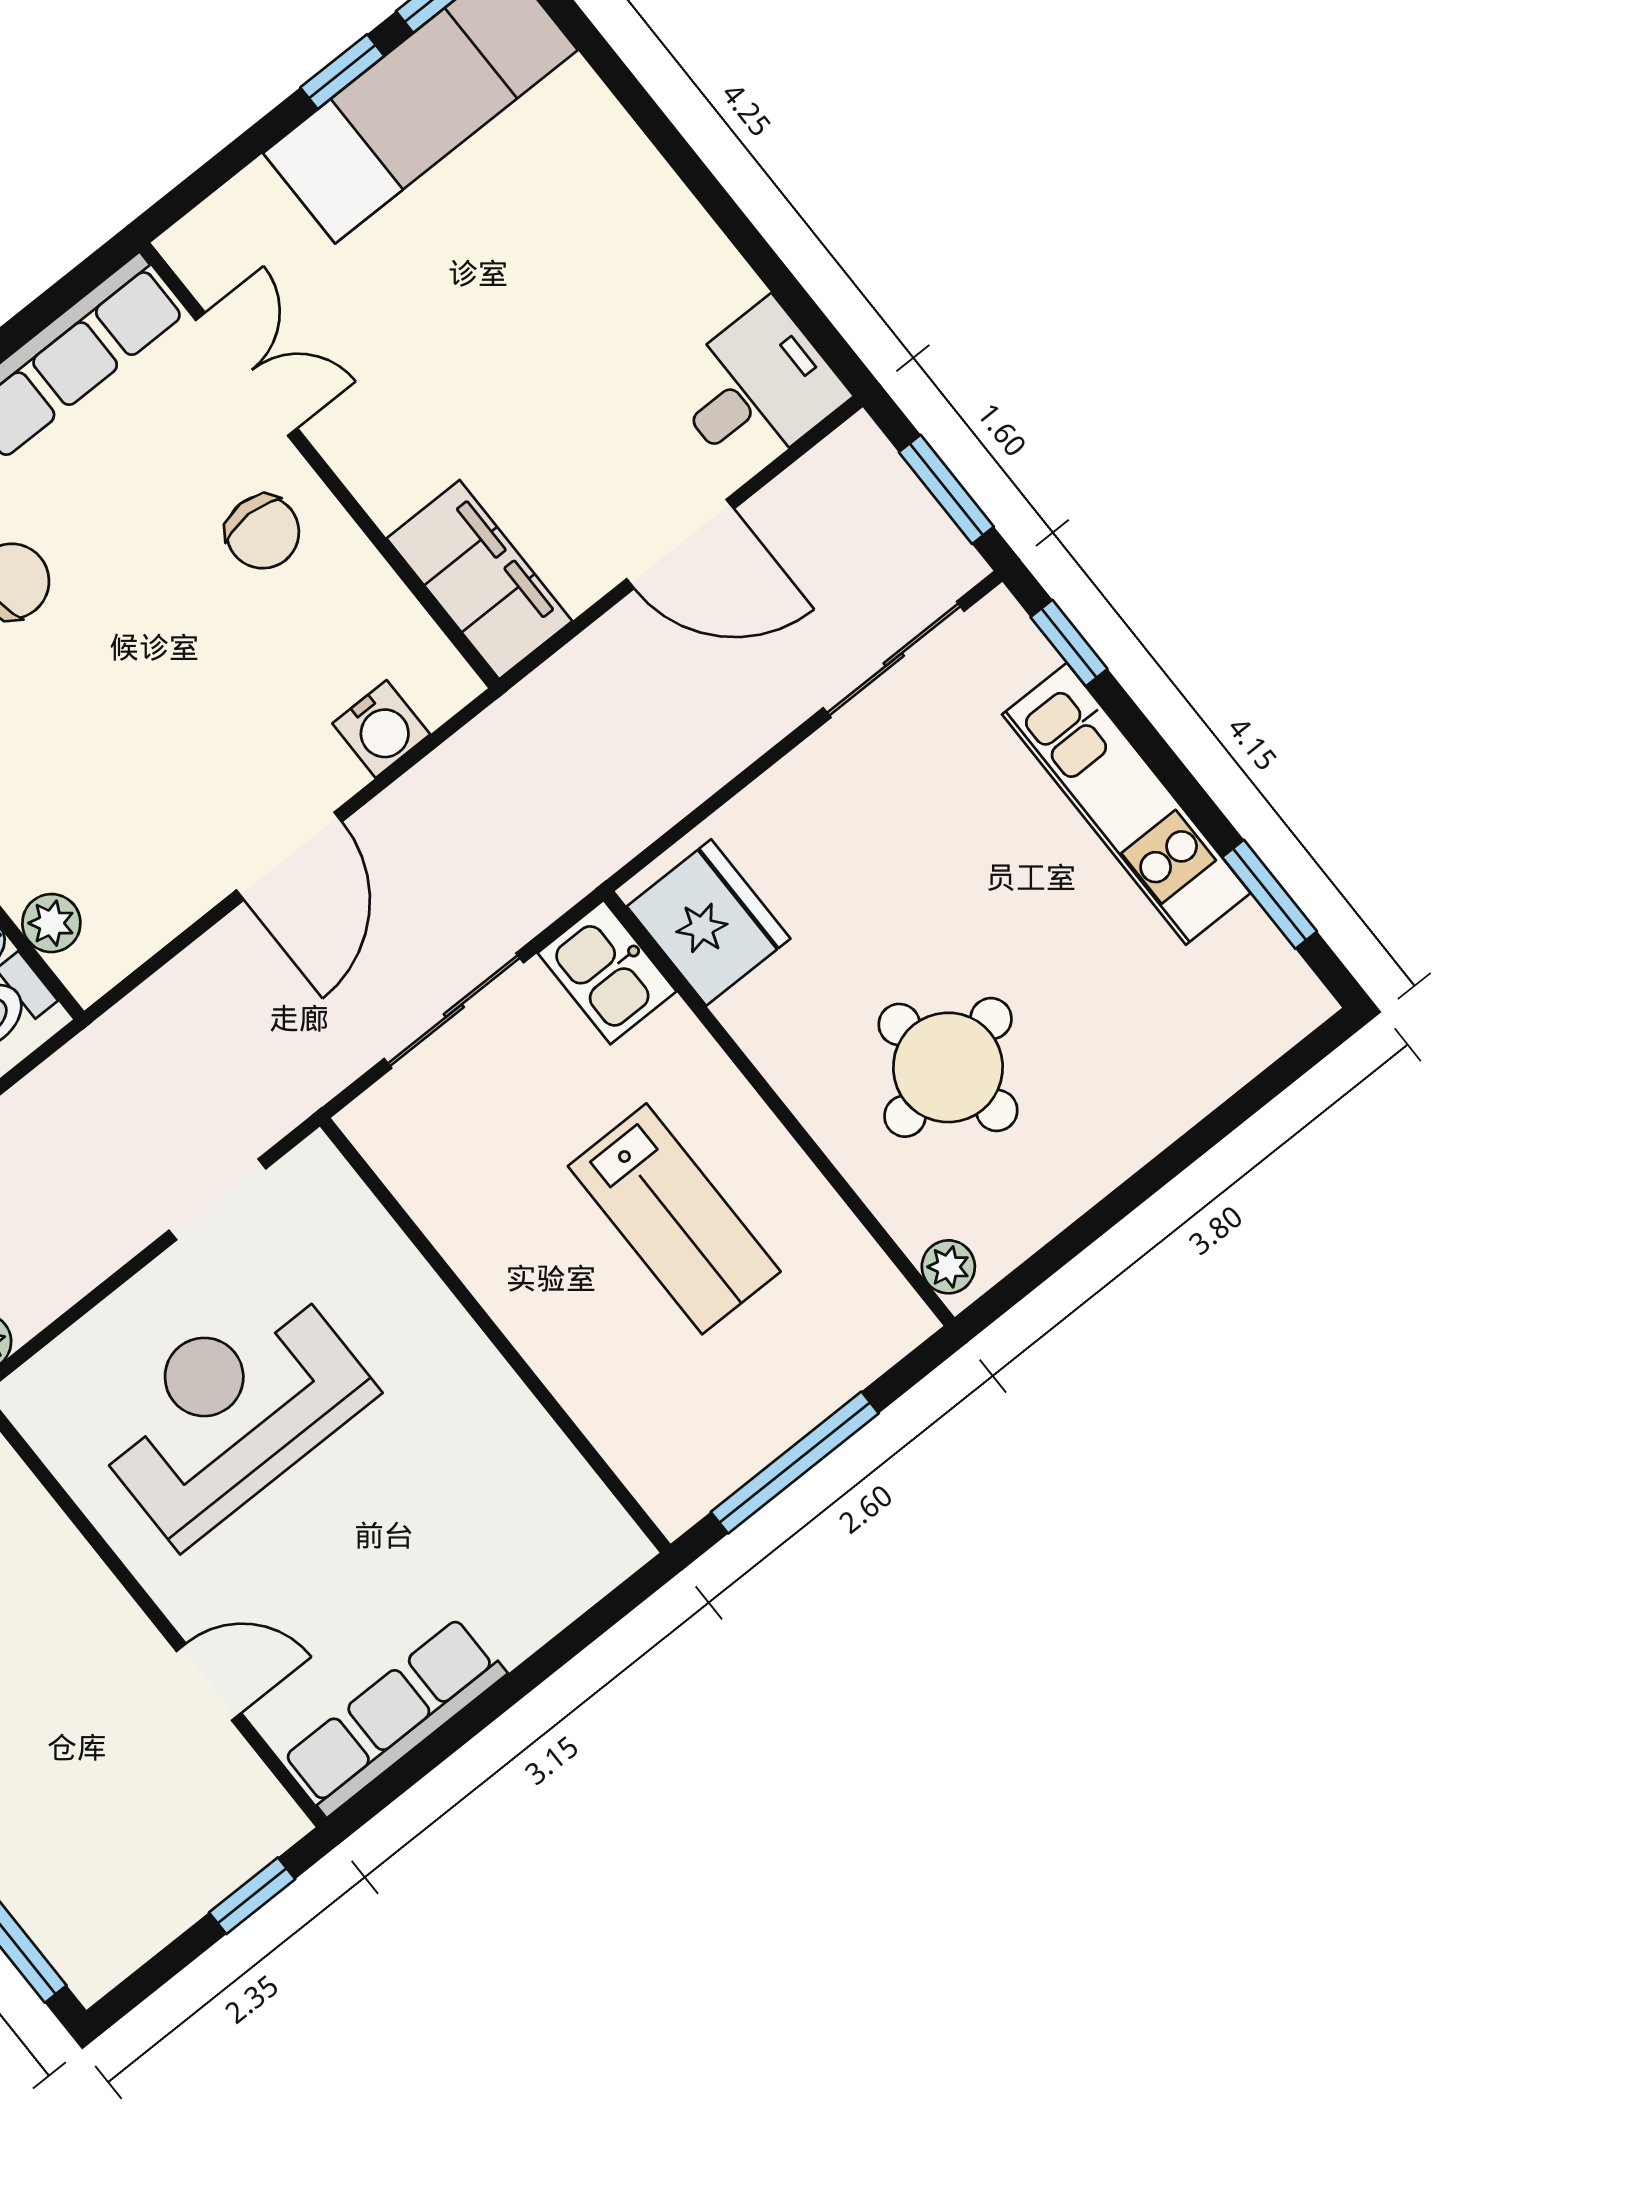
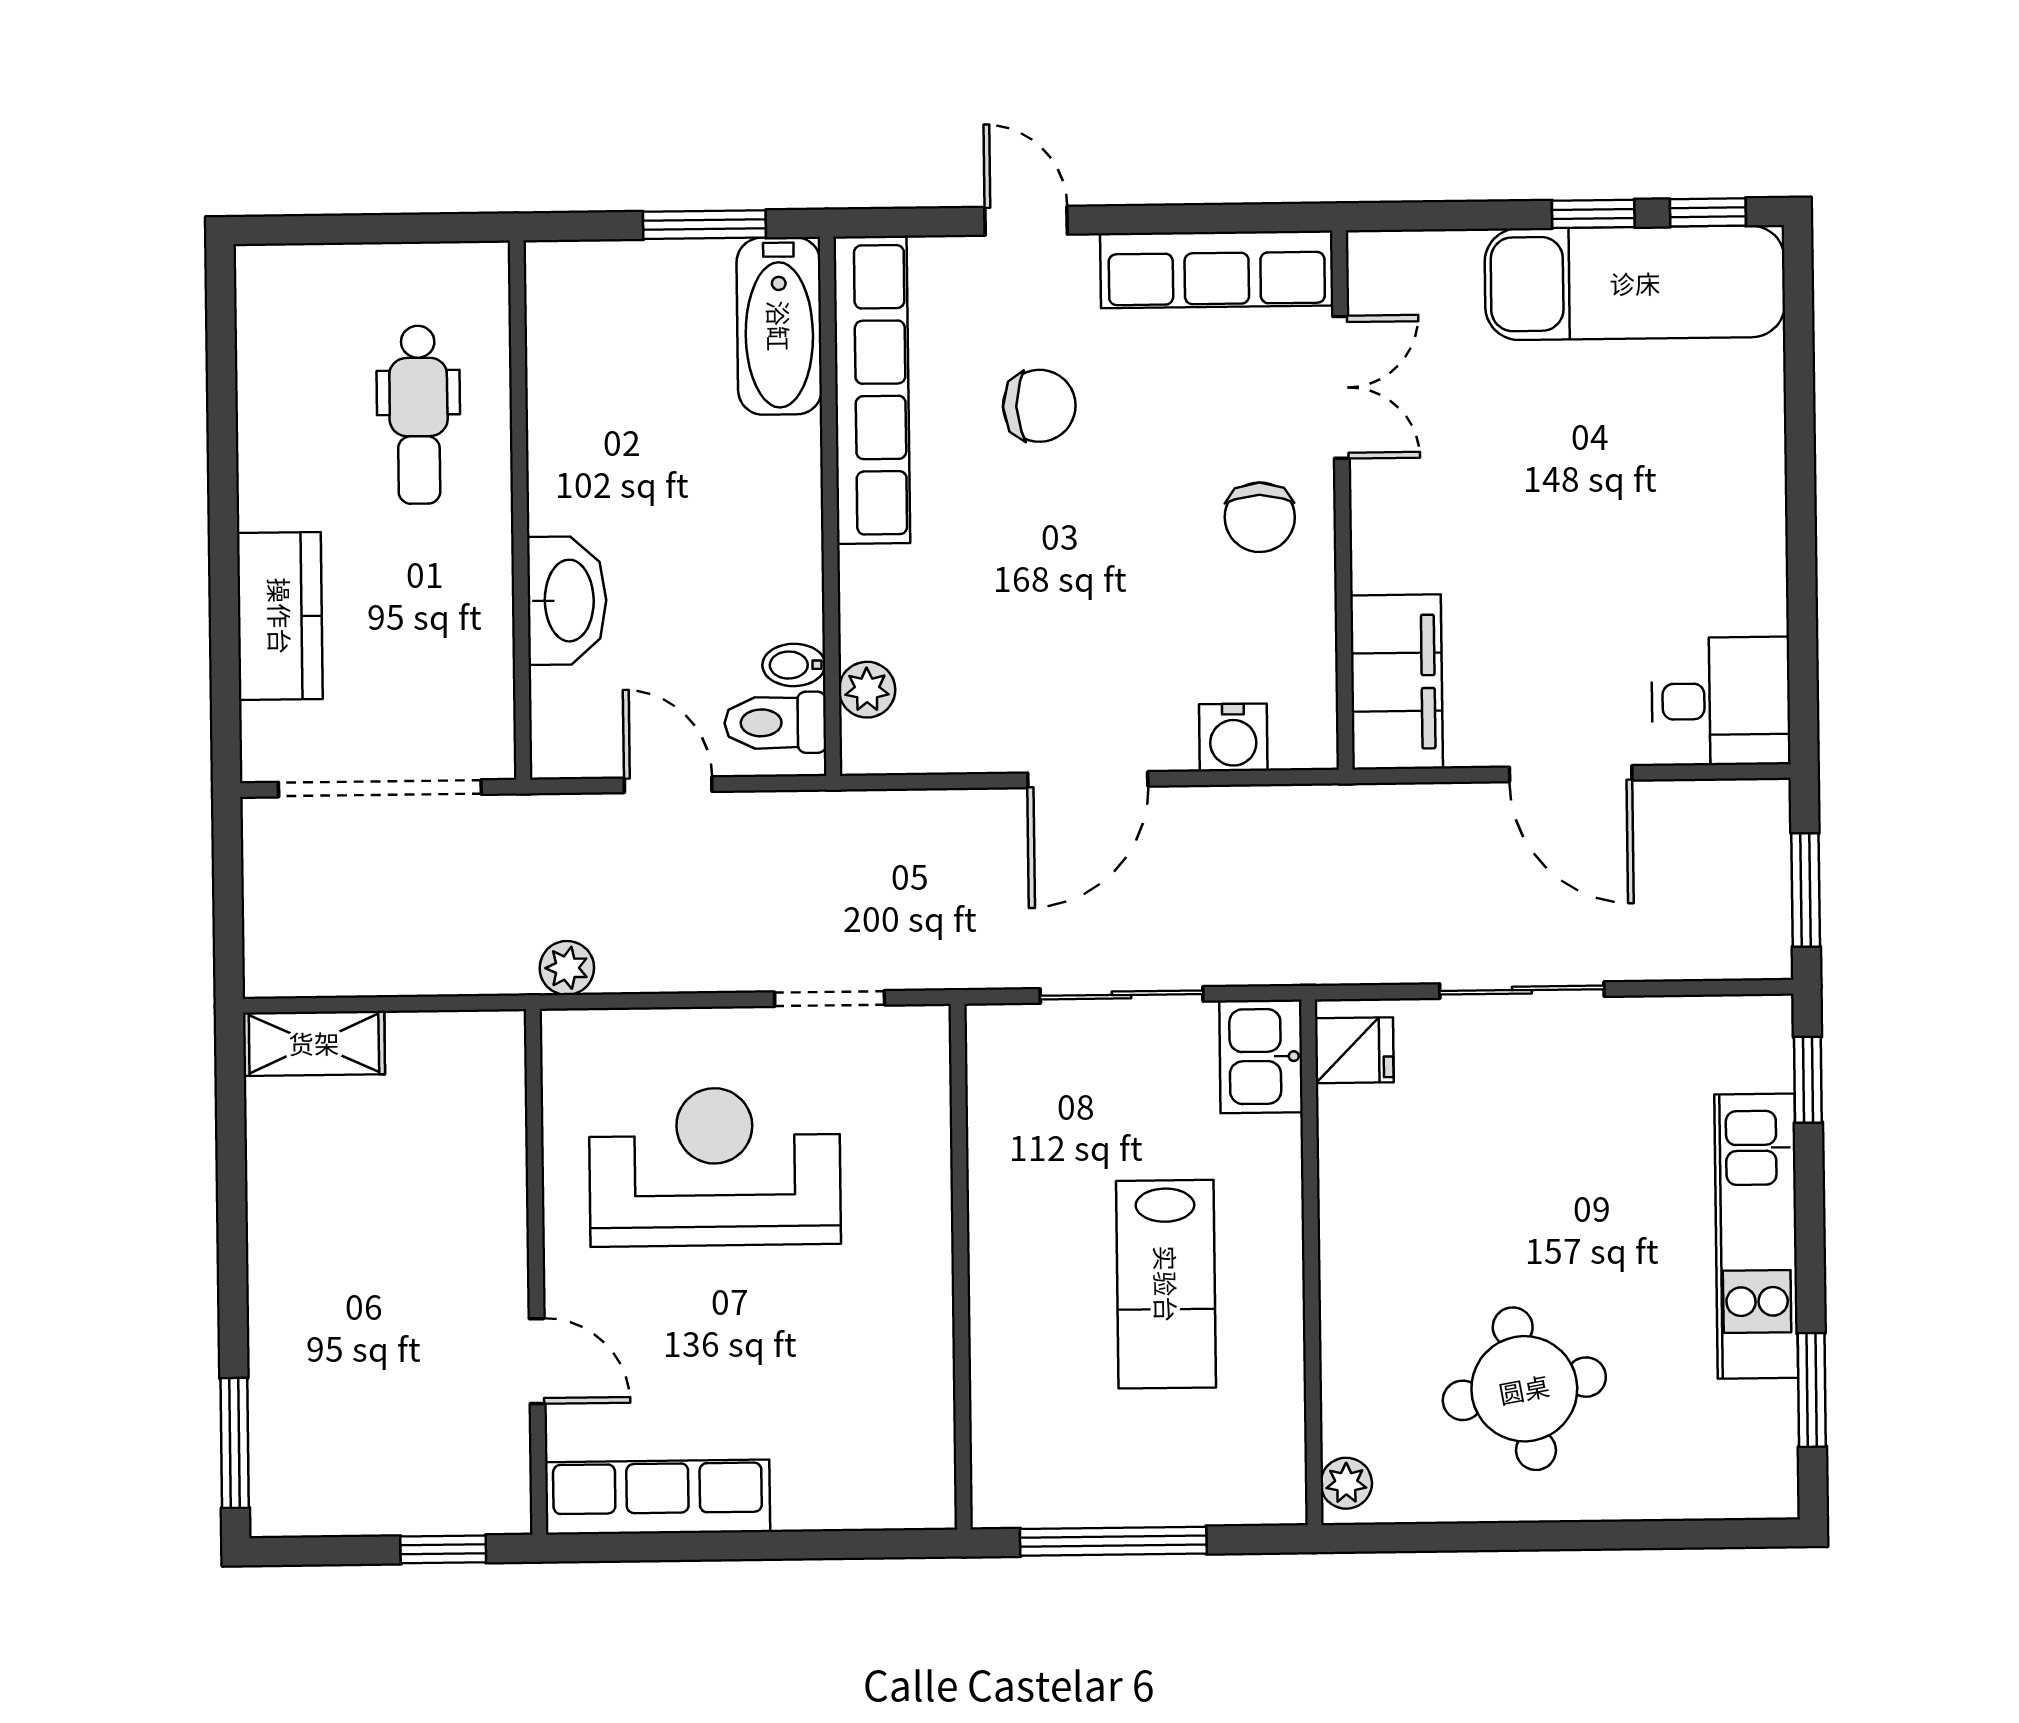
sliding door: (894, 659) -> (1522, 990), moved
fridge: (709, 923) -> (1354, 1050), width x0.53, depth x0.75
round table: (948, 1067) -> (1524, 1389), moved

